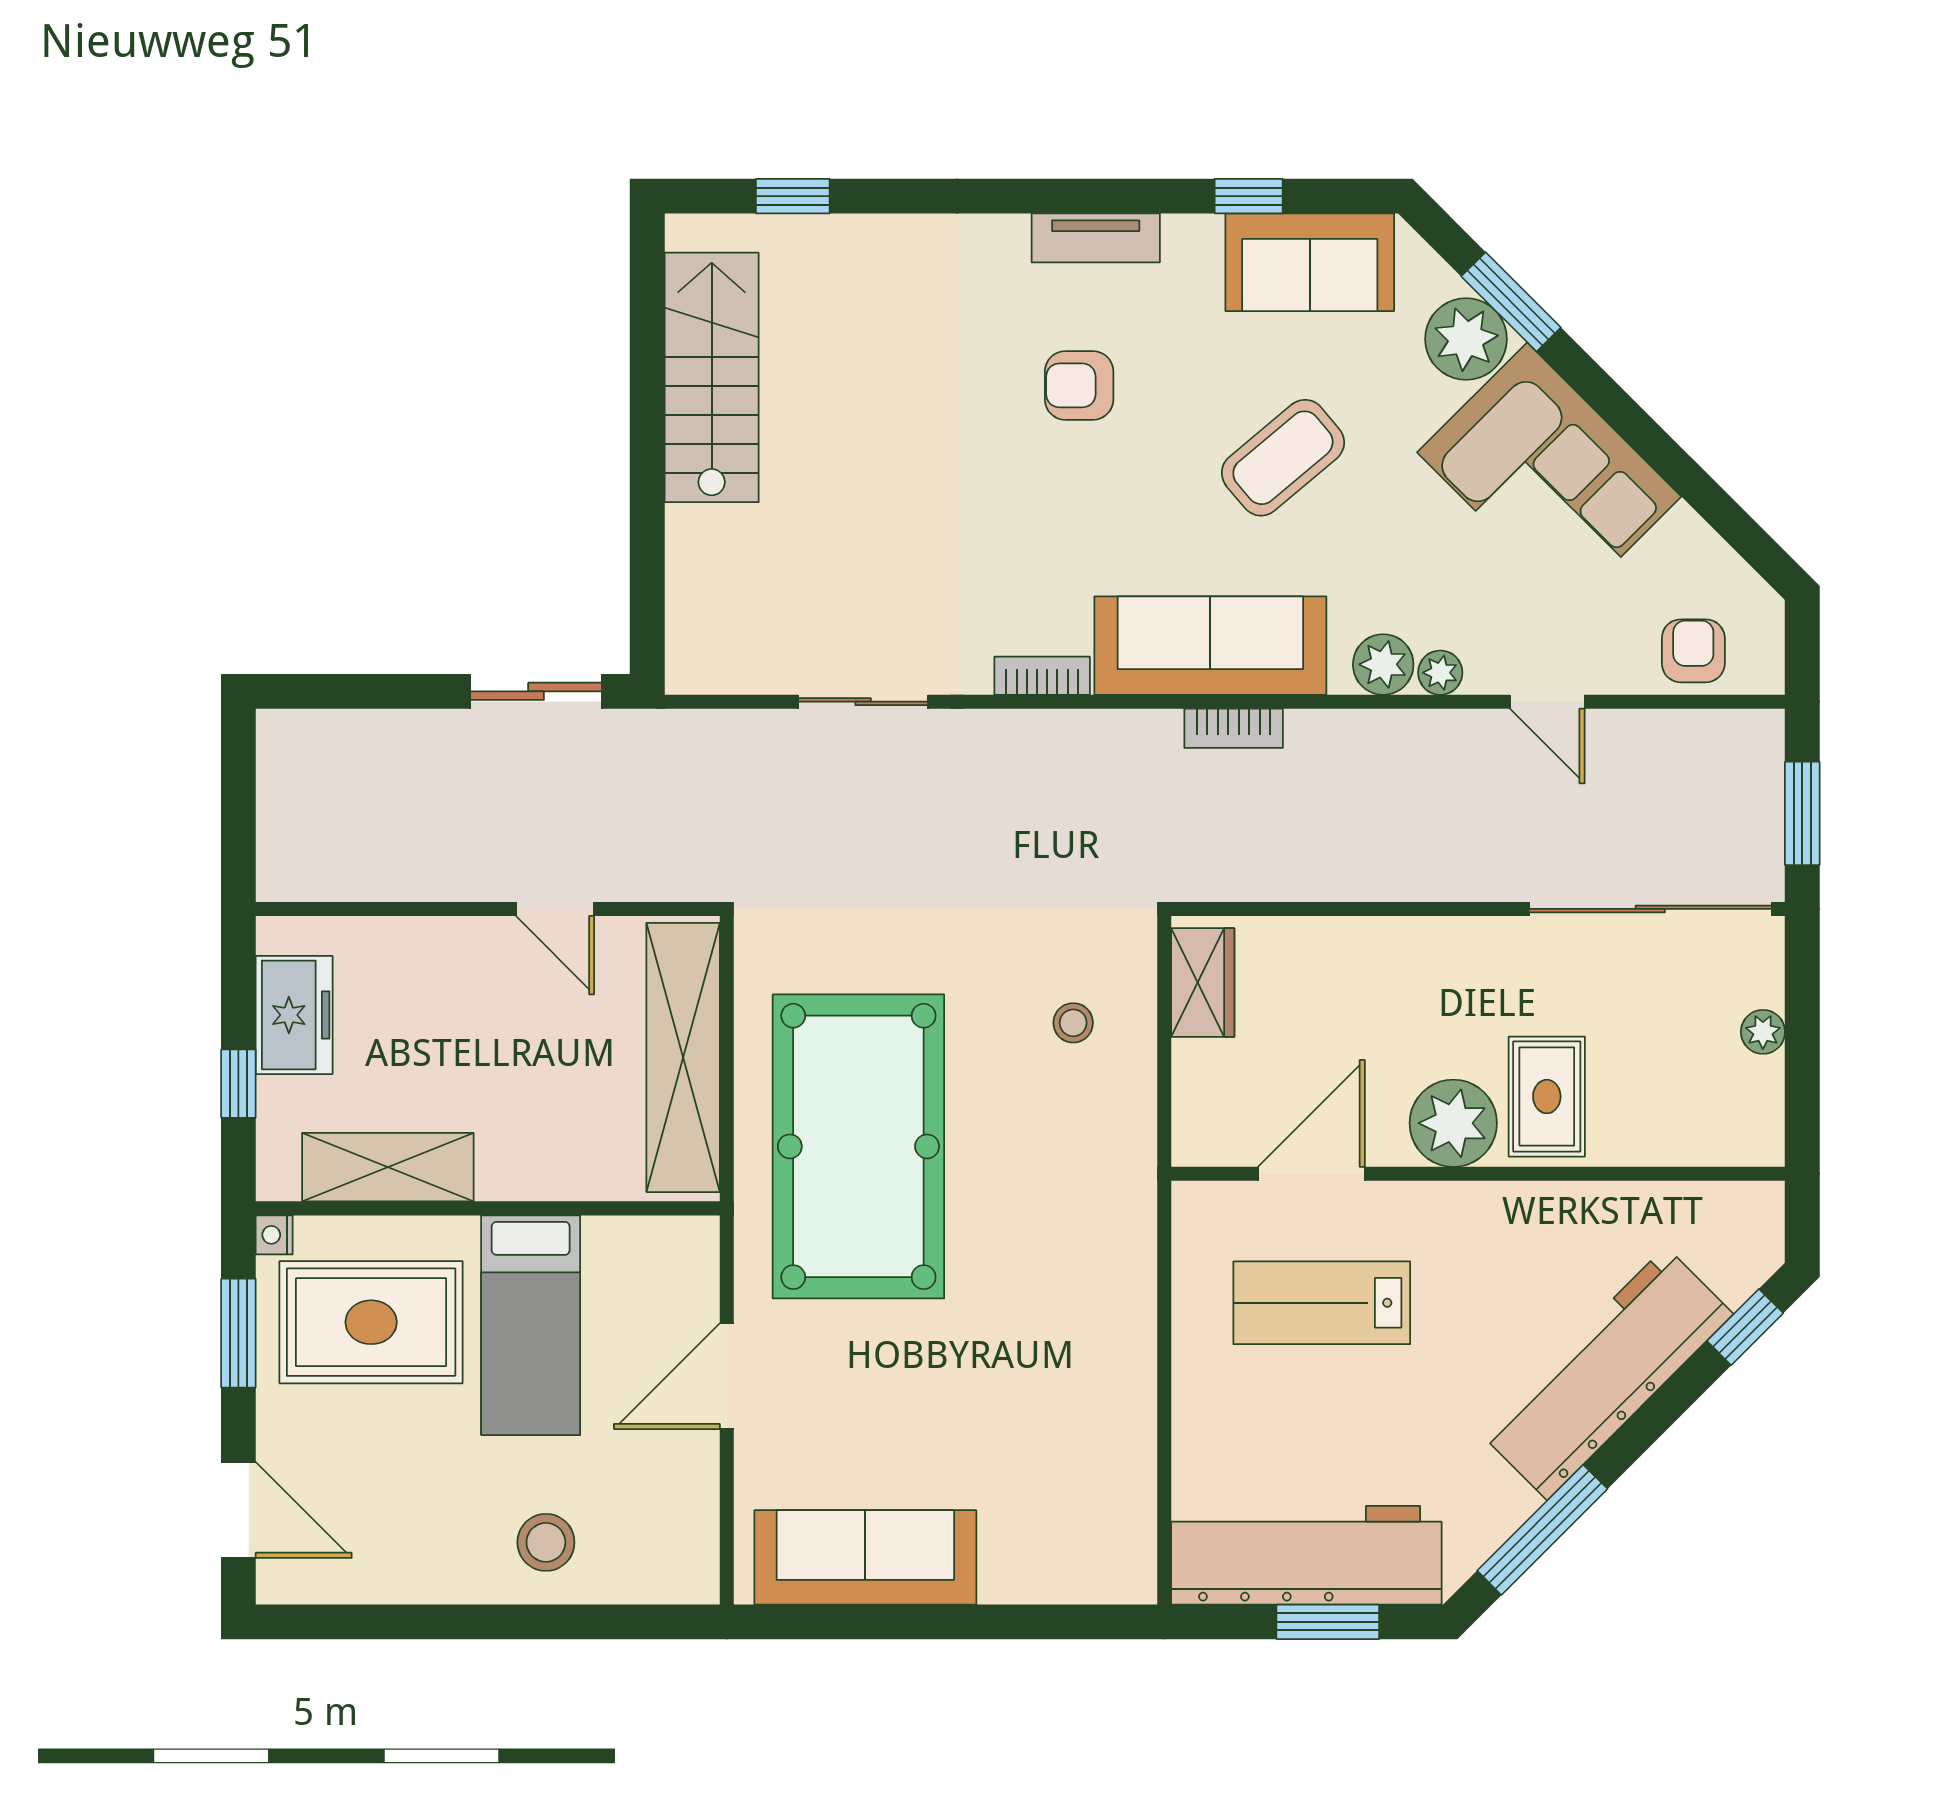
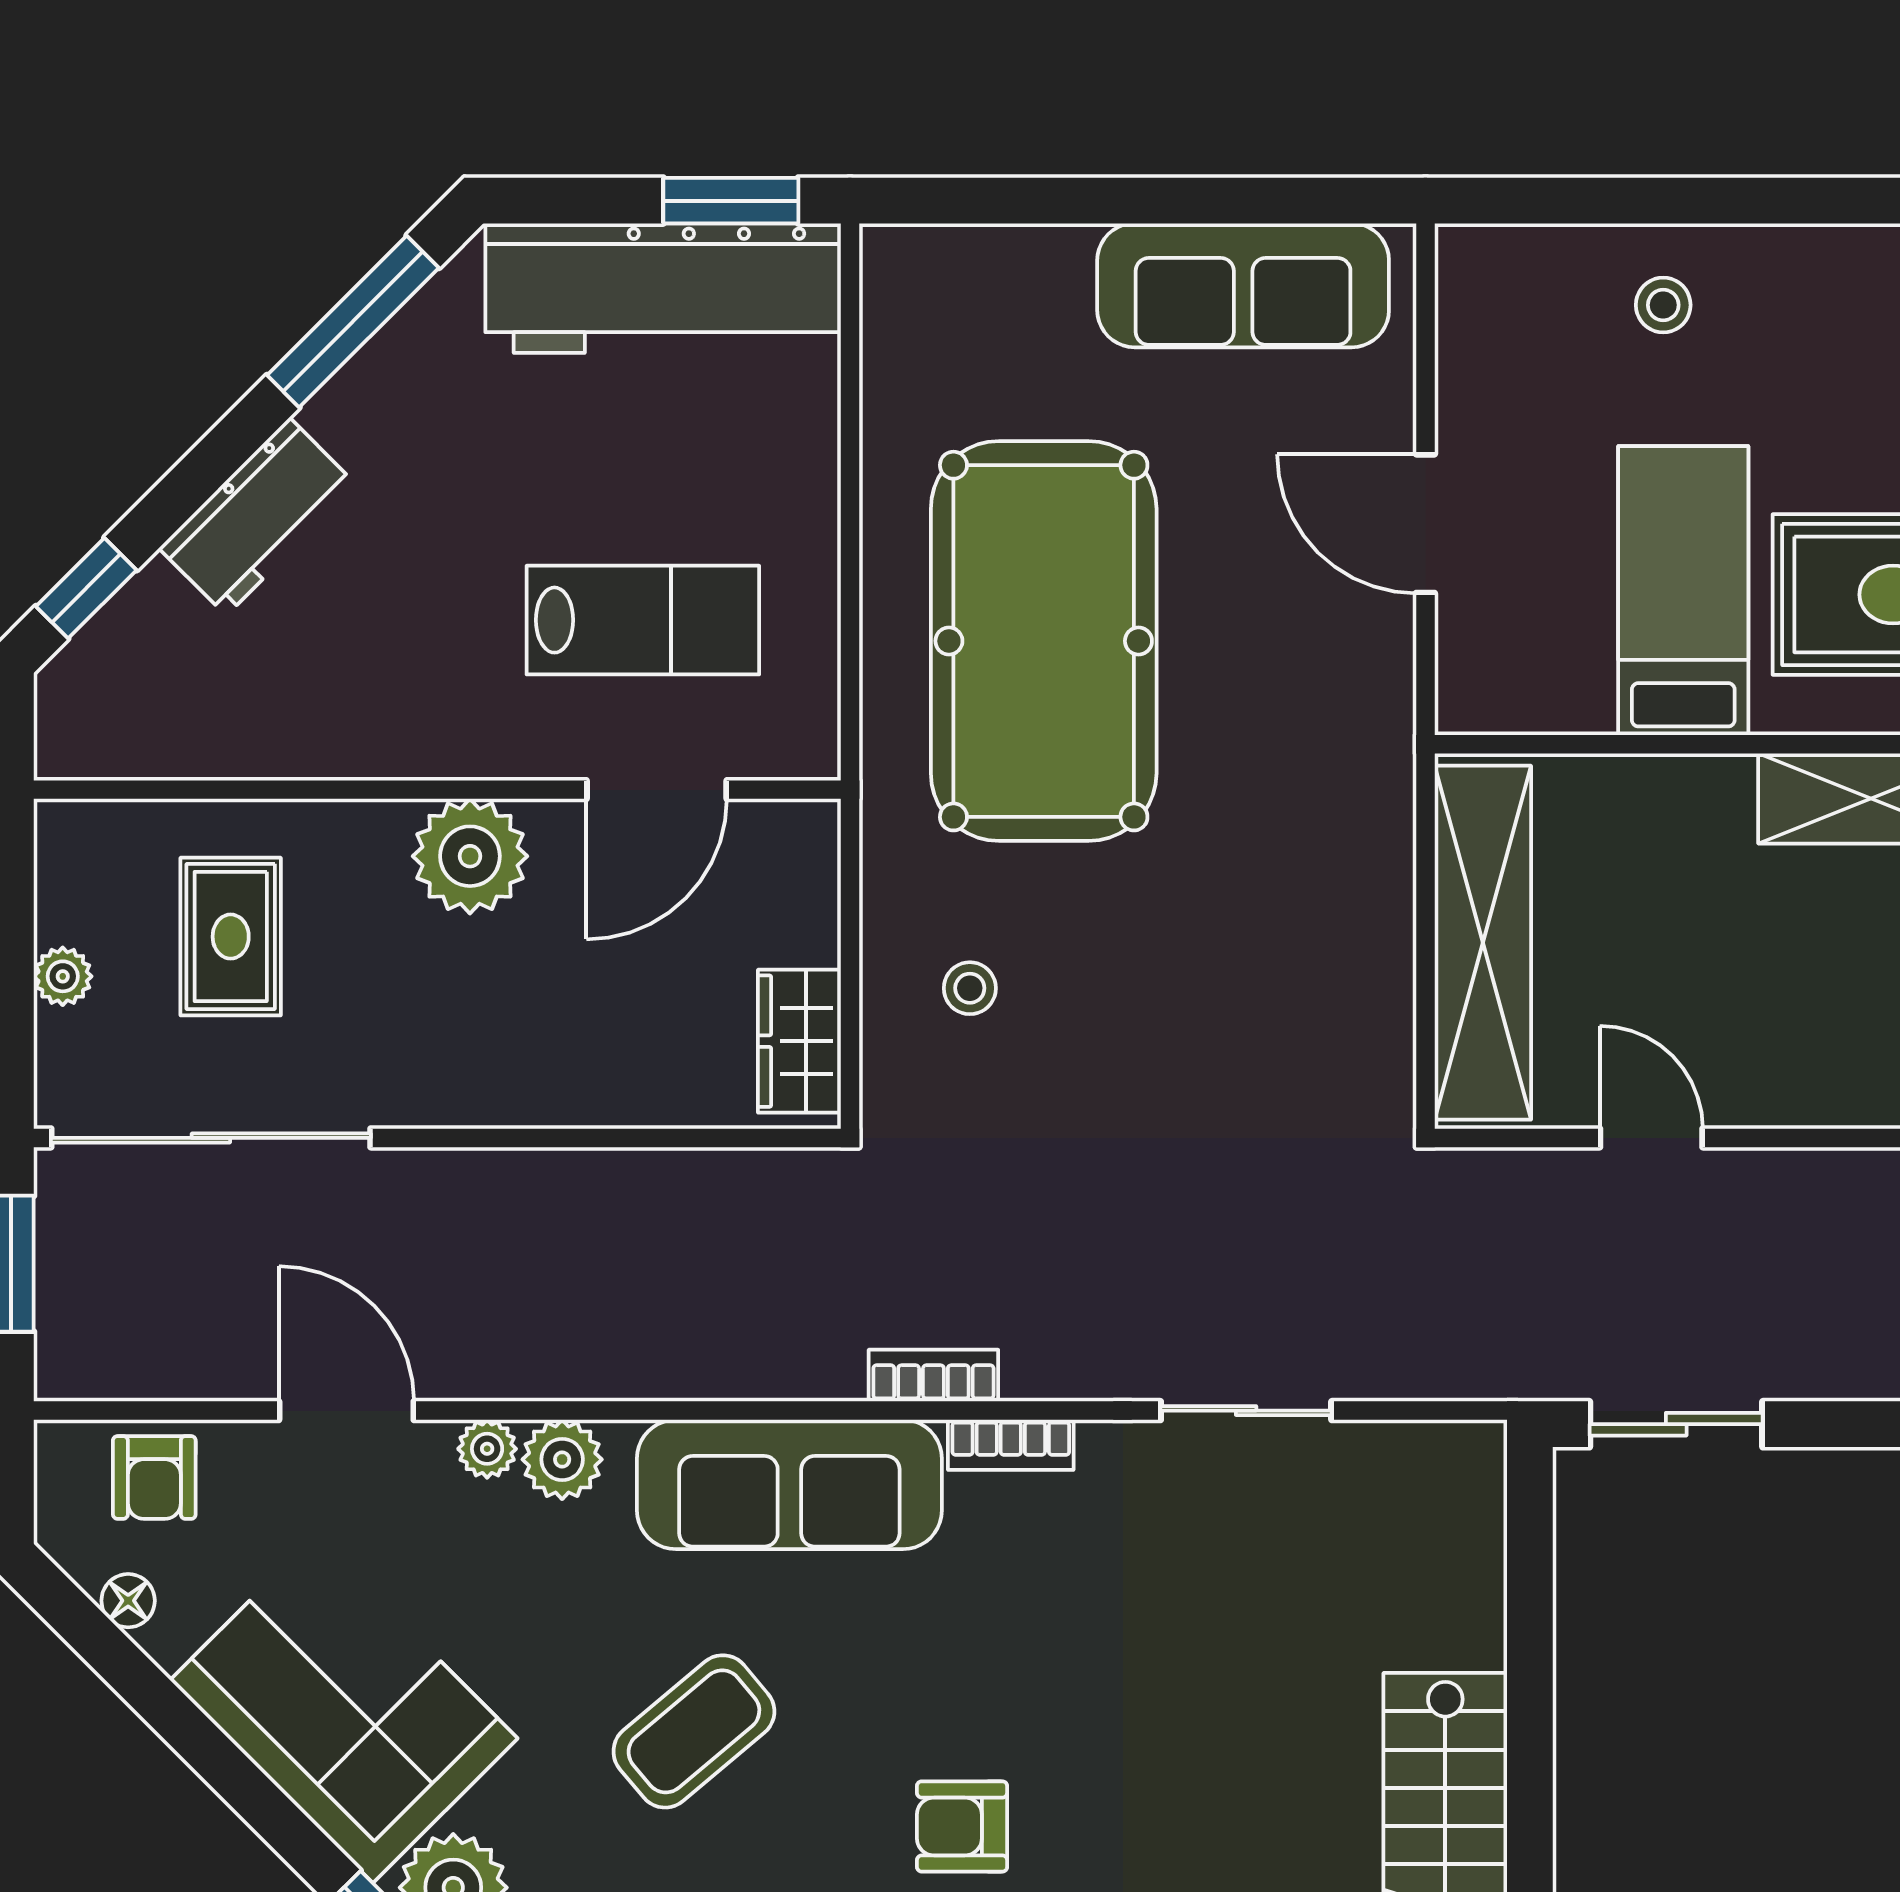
armchair: (1079, 385) -> (962, 1826), turned 180
floor lamp: (1713, 557) -> (128, 1601), added
door: (1547, 702) -> (346, 1411), width x1.38
bookcase: (1234, 728) -> (933, 1376), moved
rug: (1547, 1097) -> (231, 937), moved
pool table: (858, 1146) -> (1044, 641), moved
workbench: (1606, 1373) -> (258, 516), width x0.53, depth x0.76
door: (727, 1376) -> (1425, 524), swing flipped
stool: (546, 1542) -> (1663, 305), width x0.73, depth x0.73
window: (1328, 1622) -> (731, 201), moved

